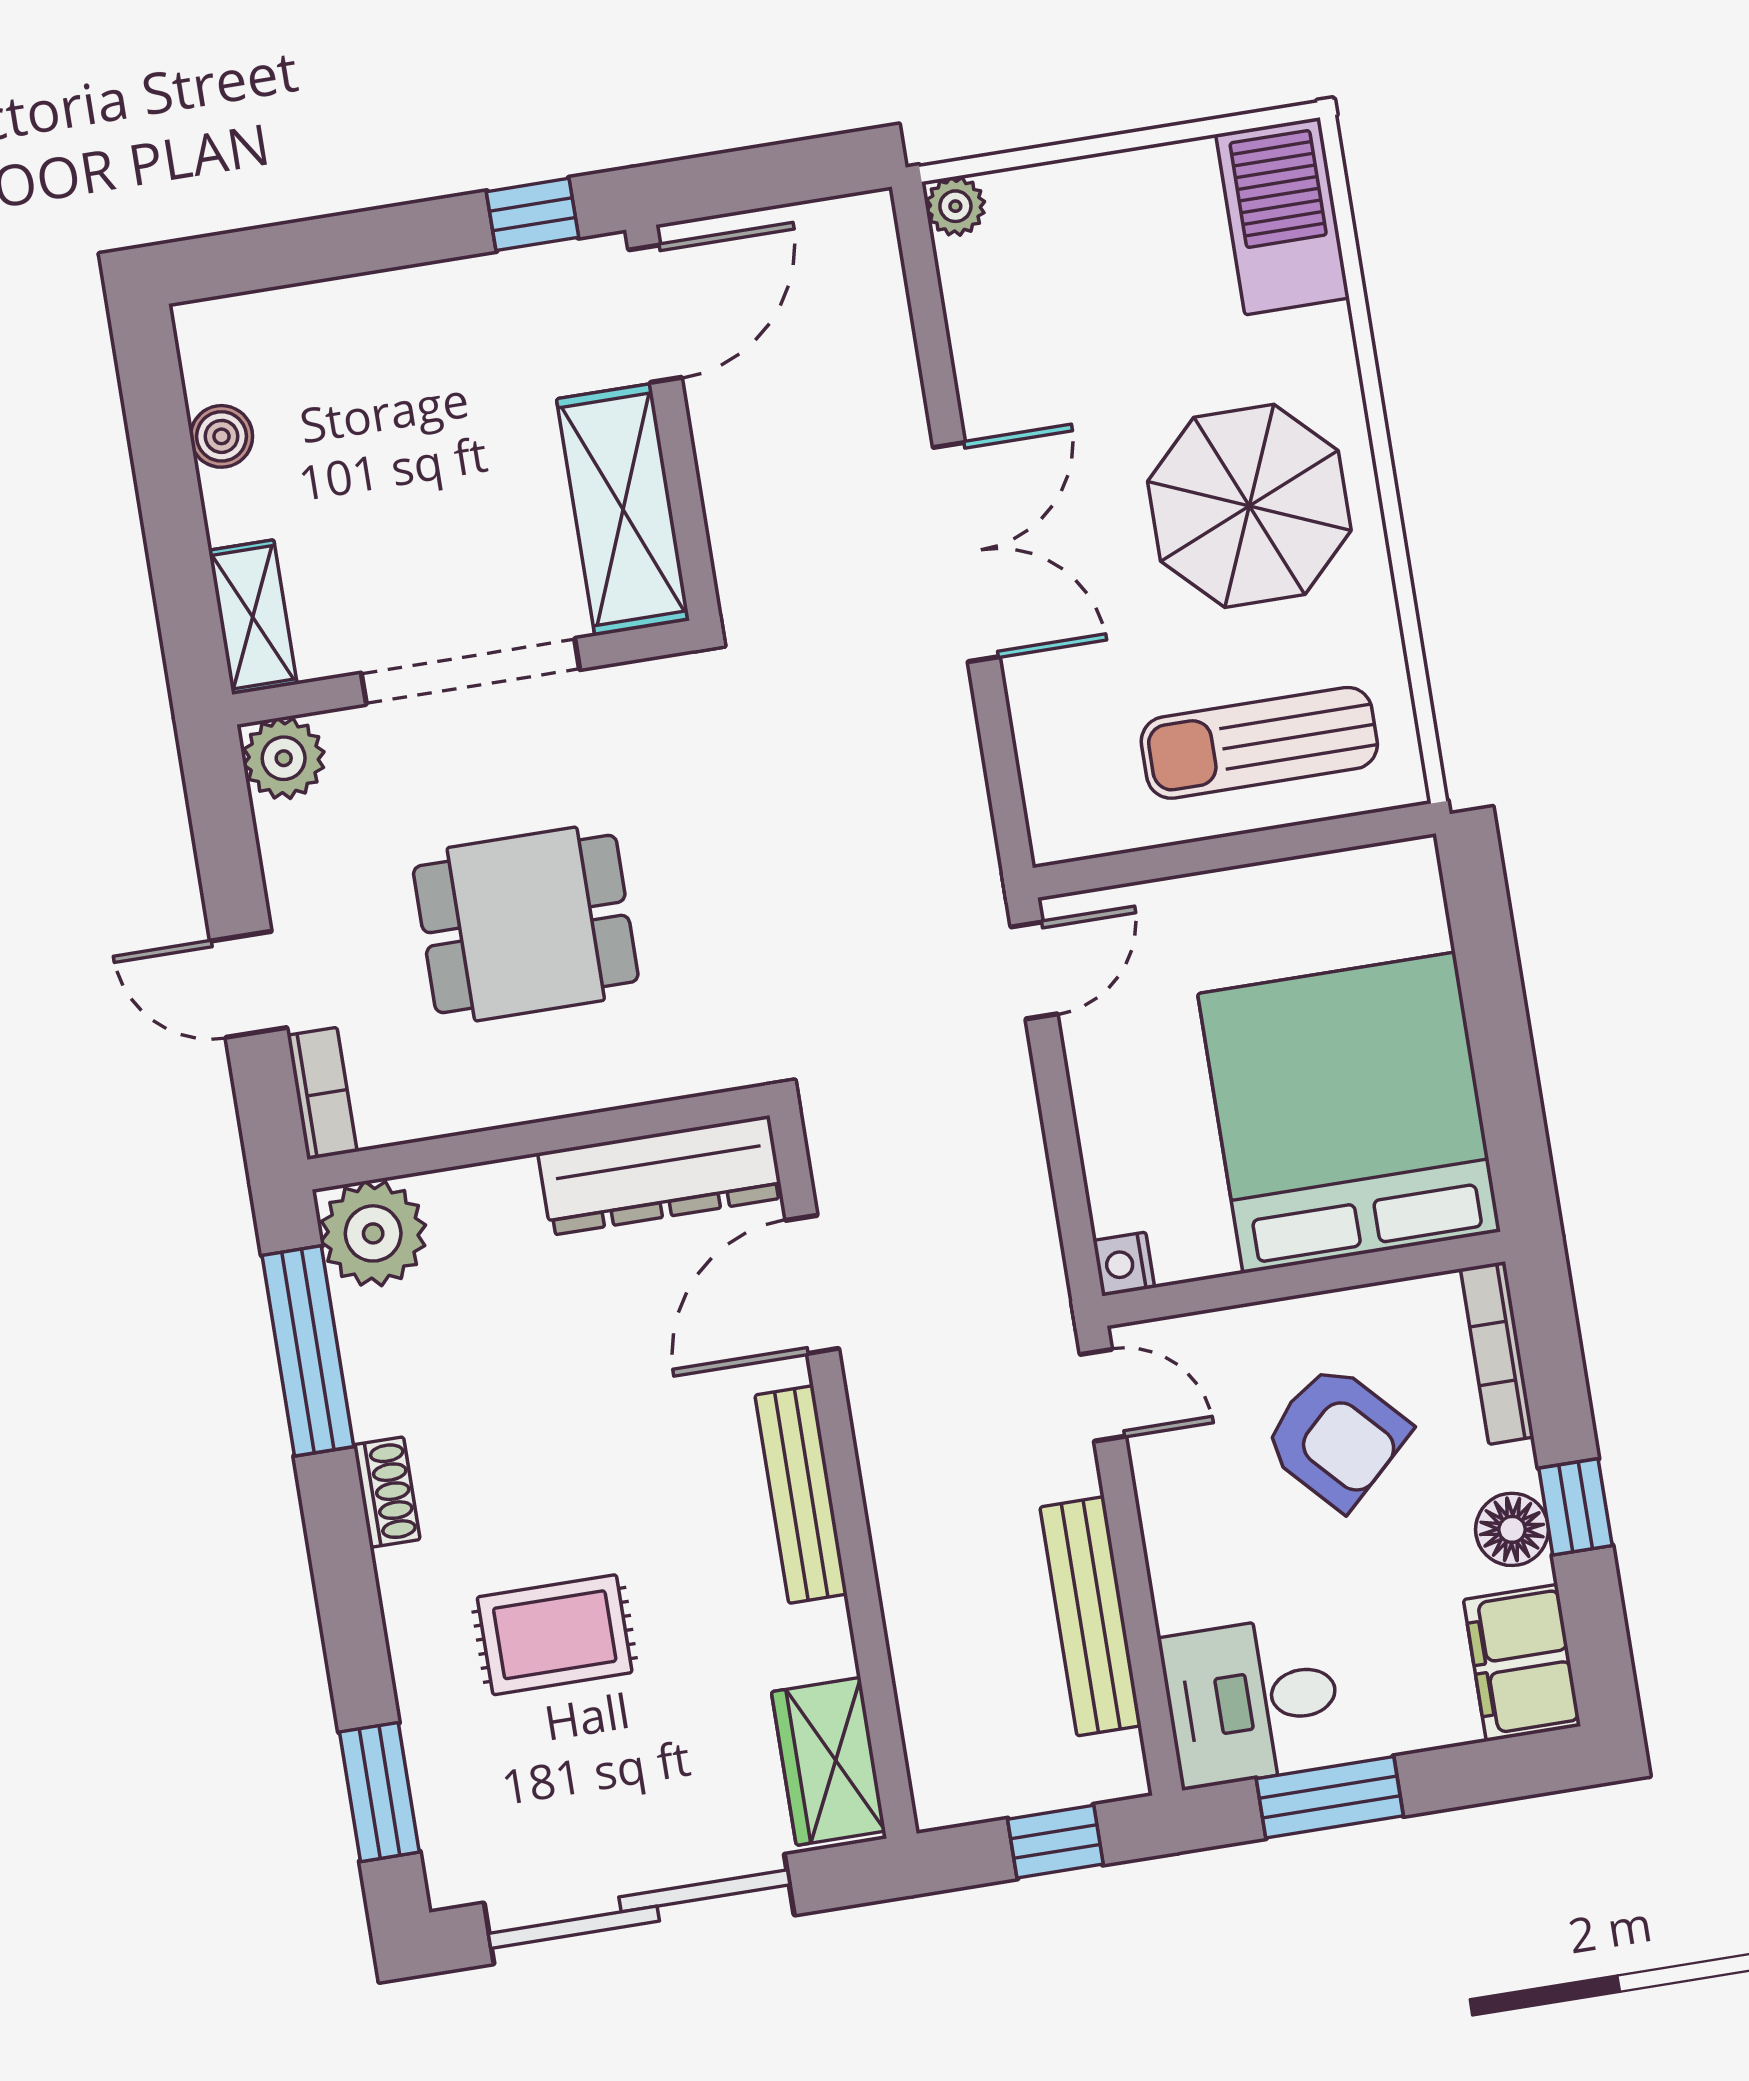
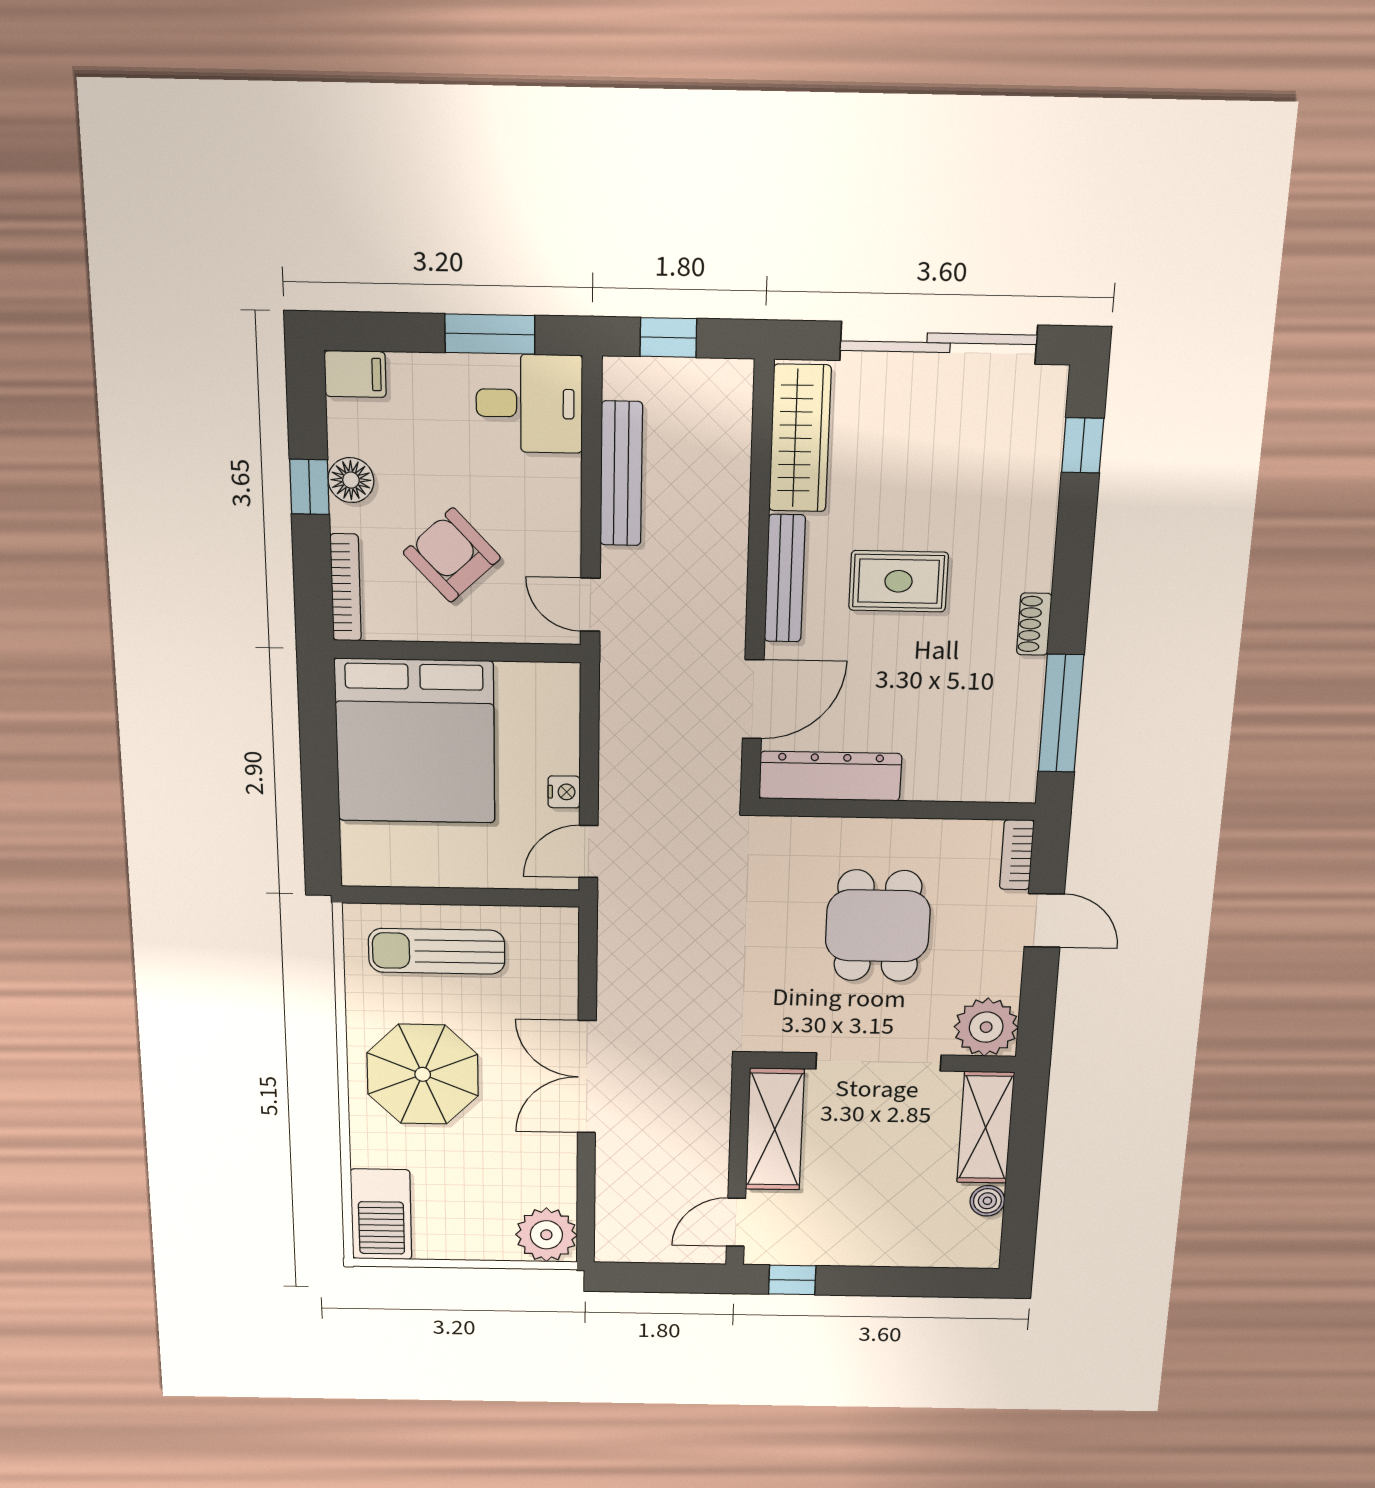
plant: (955, 206) -> (546, 1235), width x1.87, depth x1.87
door: (655, 314) -> (736, 1222), width x0.73
shelving: (253, 617) -> (986, 1128), width x1.50, depth x1.33
sun lounger: (1259, 743) -> (437, 951), turned 180
plant: (284, 758) -> (986, 1027), width x1.36, depth x1.36
dining table: (526, 924) -> (878, 926), turned 90
plant: (373, 1233) -> (1006, 773), removed
nightstand: (1124, 1264) -> (564, 792), moved
rug: (555, 1635) -> (898, 581), moved
filing cabinet: (1522, 1662) -> (355, 374), width x0.50
wardrobe: (829, 1761) -> (800, 438), width x1.50
window: (379, 1792) -> (1083, 445), width x0.67

